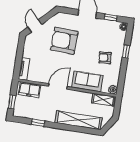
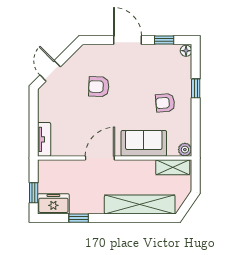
armchair: (64, 41) -> (99, 87), width x0.53, depth x0.53
freezer: (30, 90) -> (53, 204), moved, turned 180

